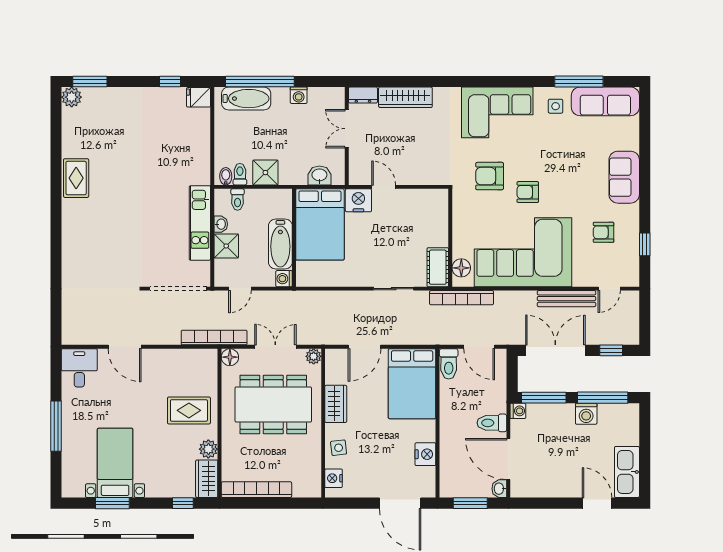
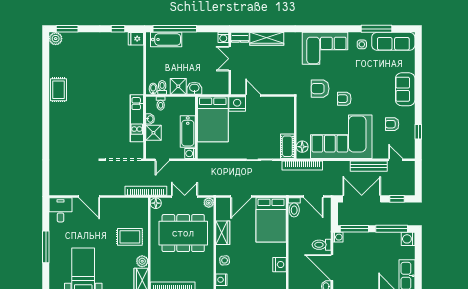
washing machine: (299, 95) -> (223, 37), moved
washbasin: (319, 175) -> (194, 88), moved
door: (609, 289) -> (396, 160), swing flipped
washing machine: (586, 414) -> (408, 239), moved, turned 90

